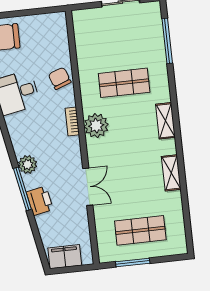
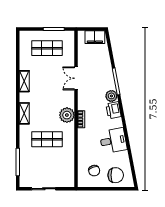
chair: (60, 78) -> (94, 171), moved
printer: (40, 201) -> (113, 110), moved

